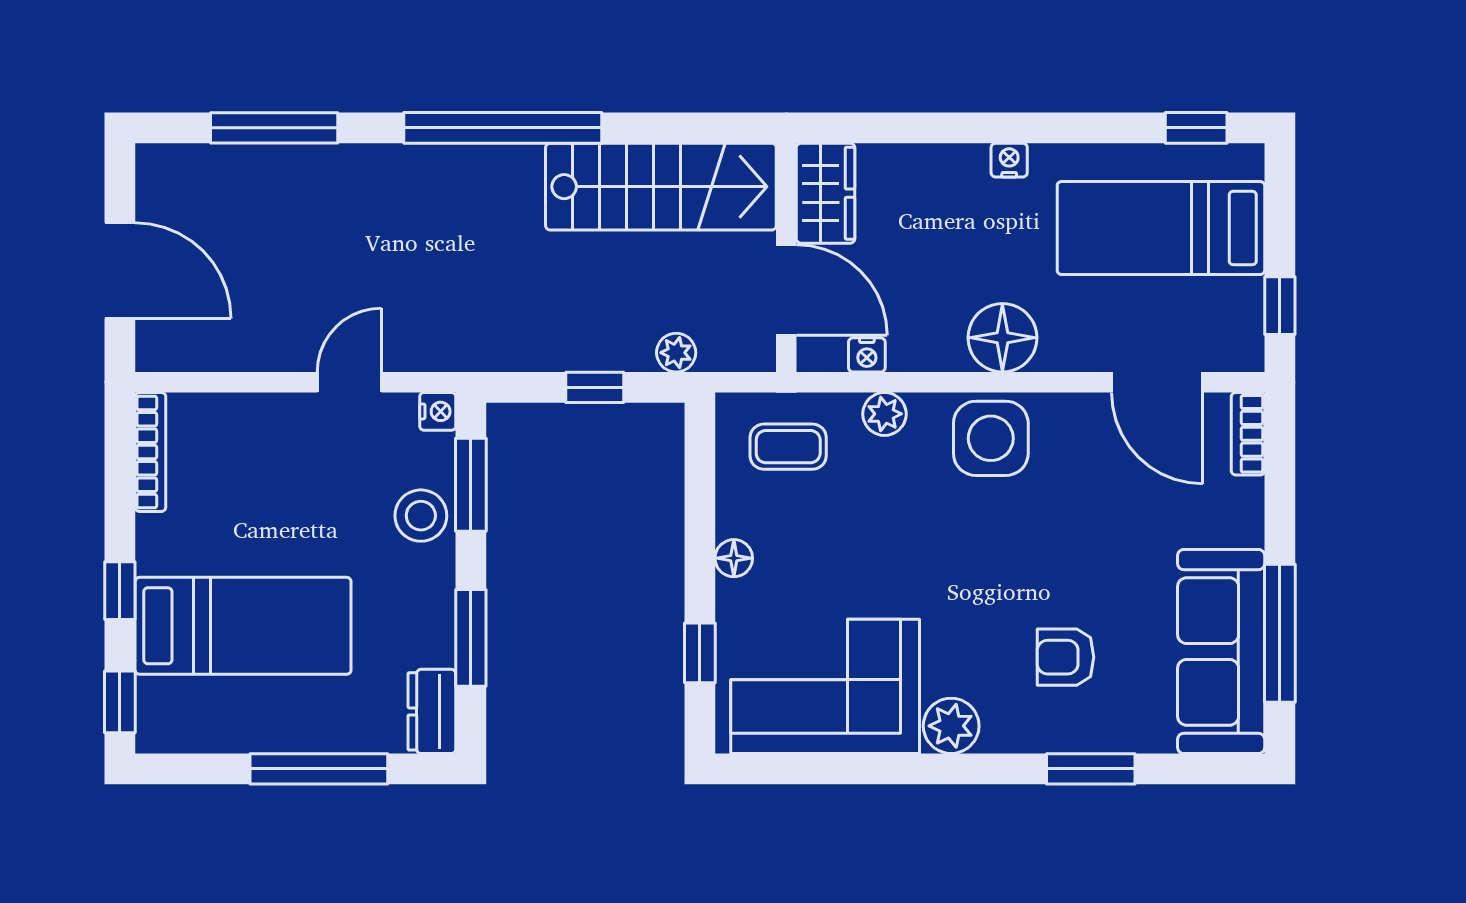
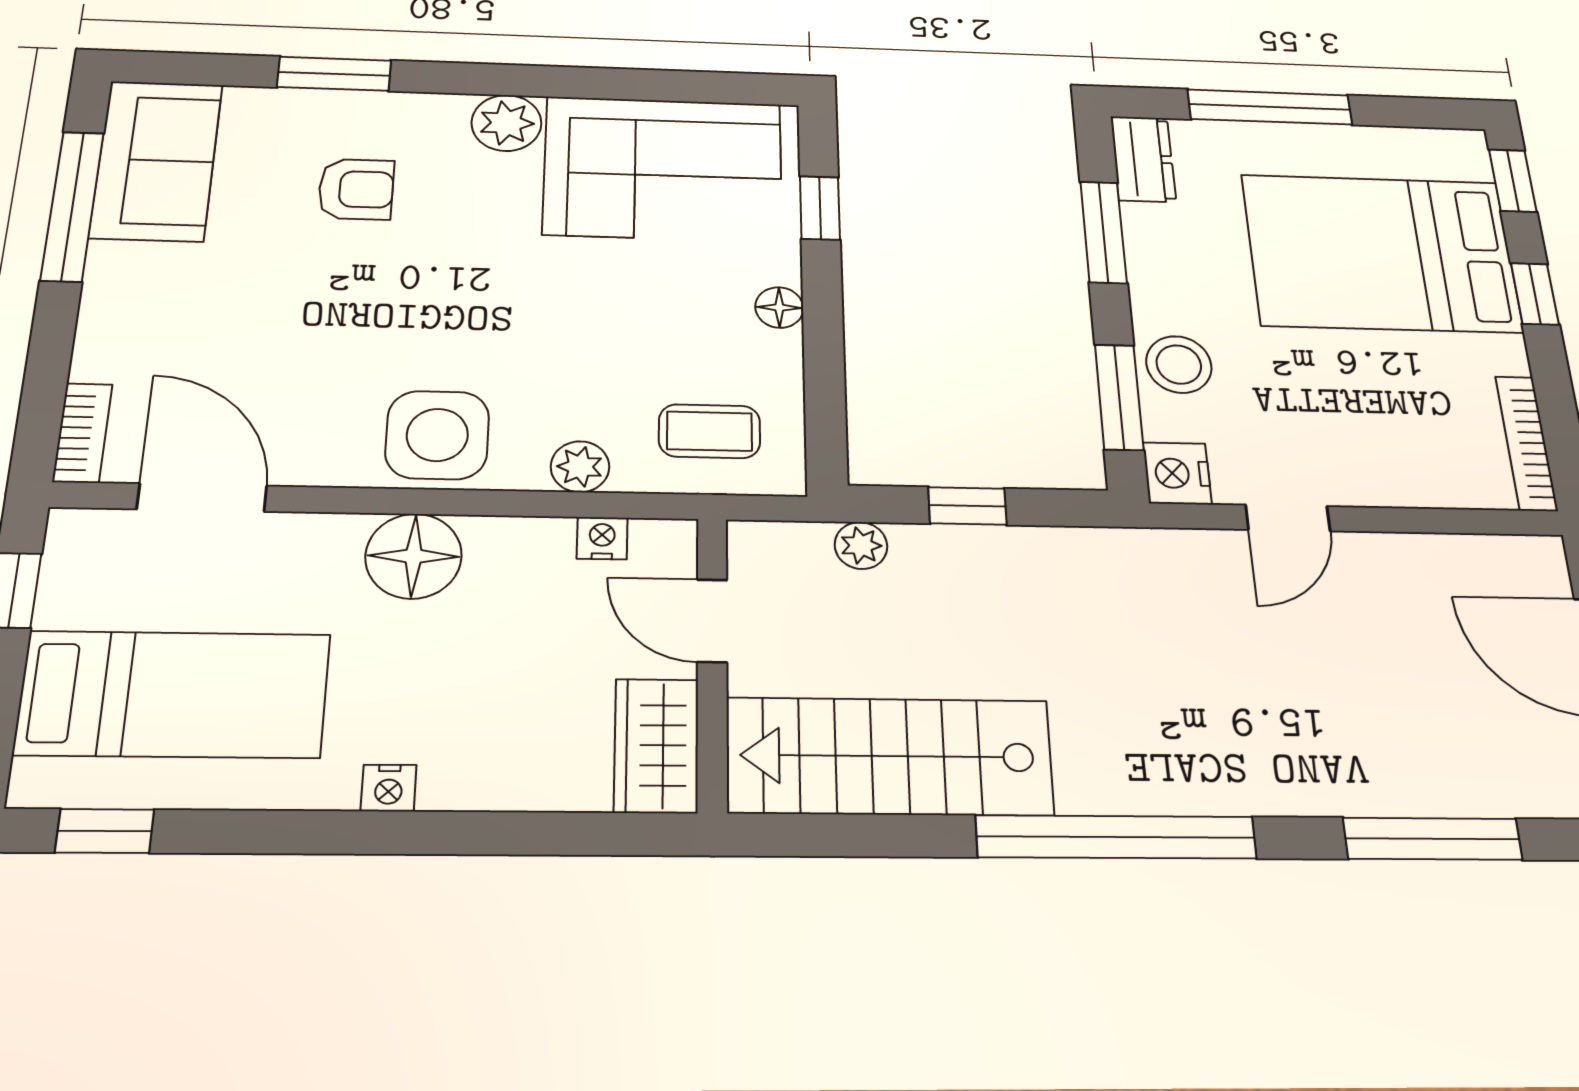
door: (786, 290) -> (712, 621), width x0.73
nightstand: (438, 411) -> (1177, 473), width x1.39, depth x1.35
bed: (243, 626) -> (1381, 253), width x1.50
sofa: (1221, 651) -> (157, 160), width x0.73

